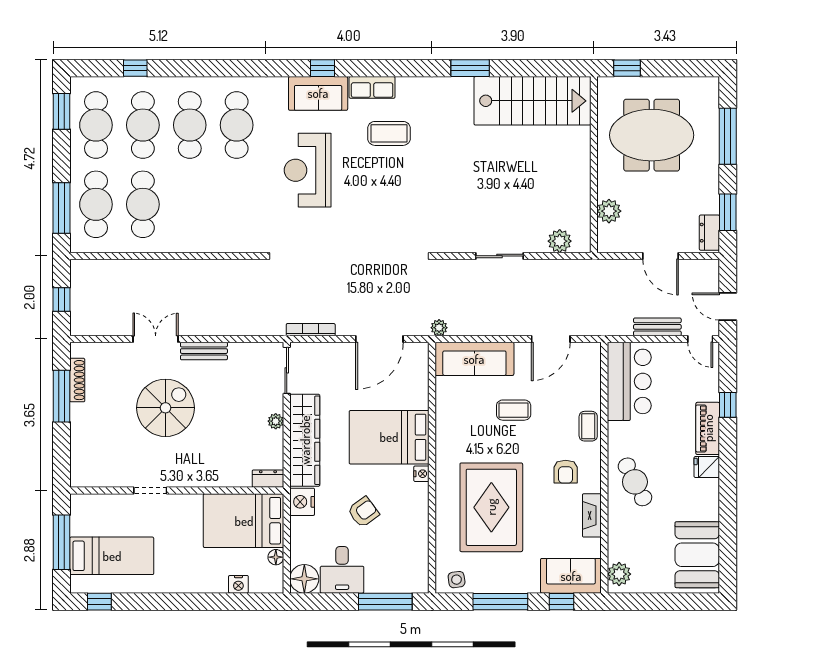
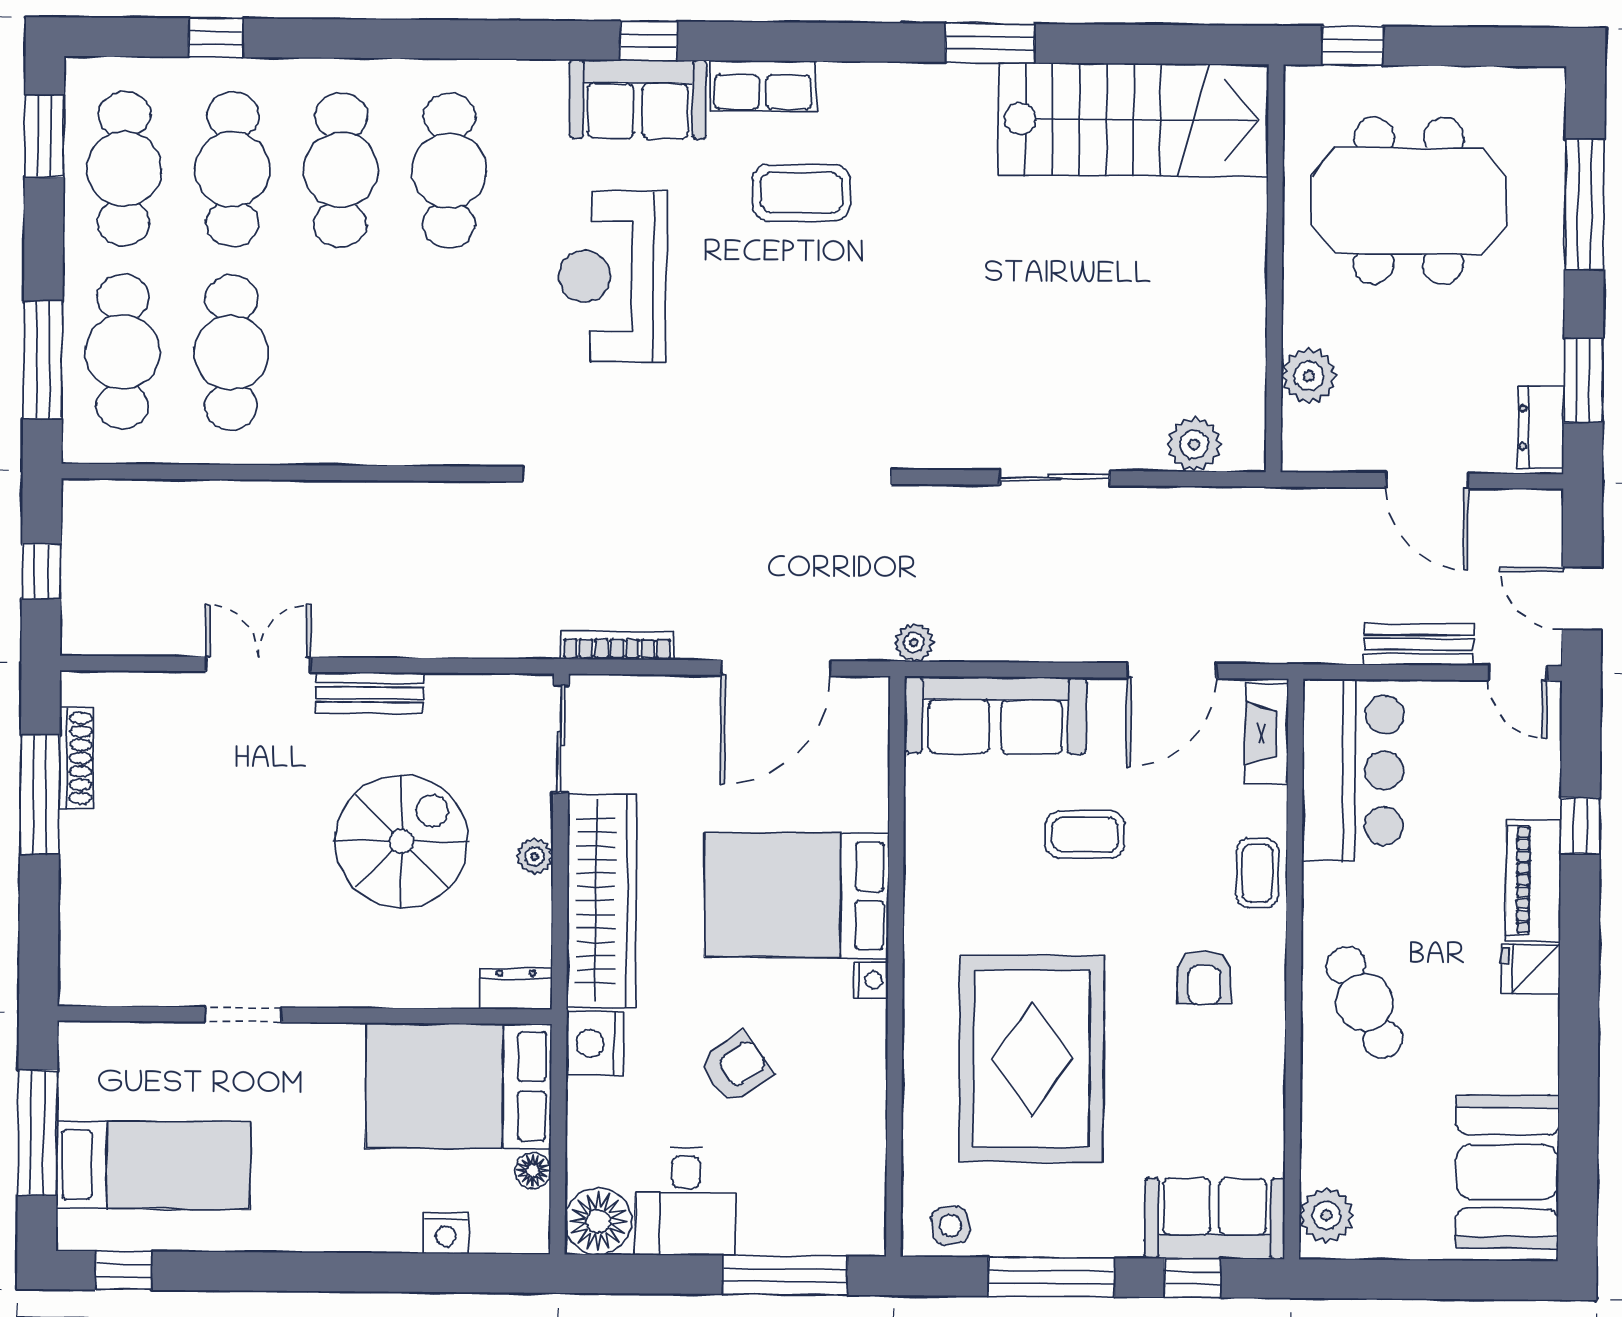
spiral stairs: (166, 408) -> (401, 841), moved
fireplace: (592, 515) -> (1267, 734), moved

